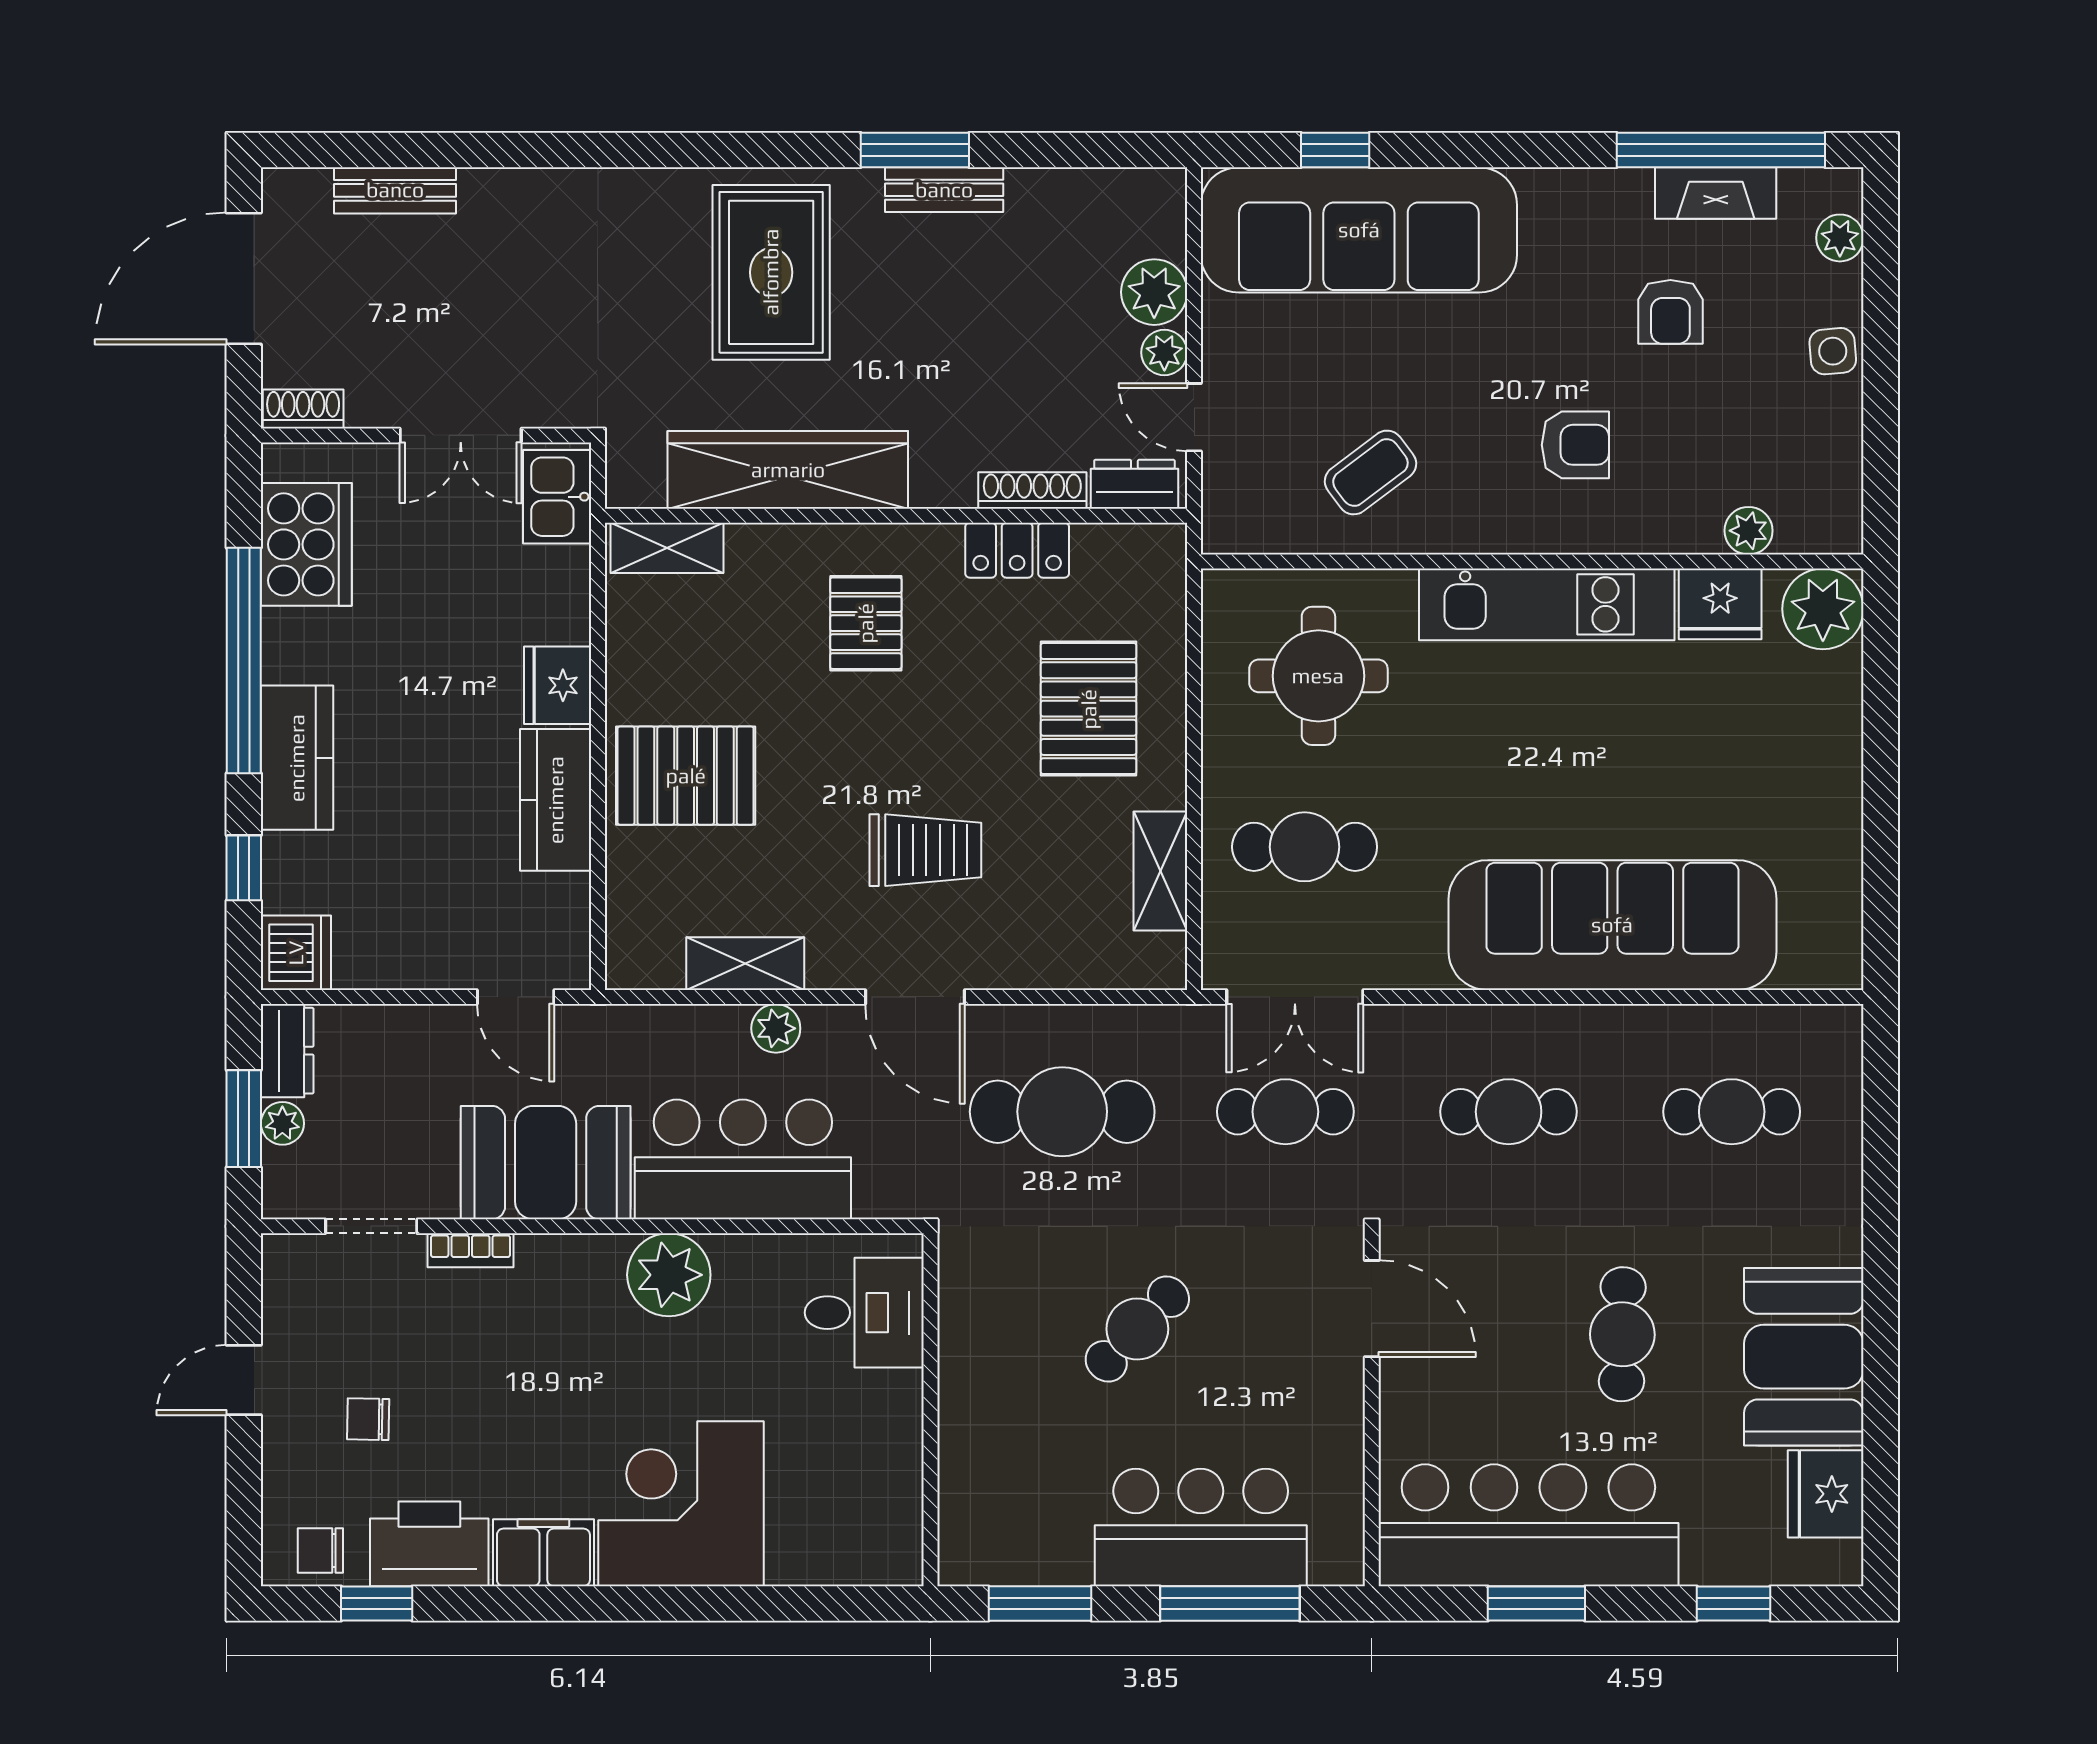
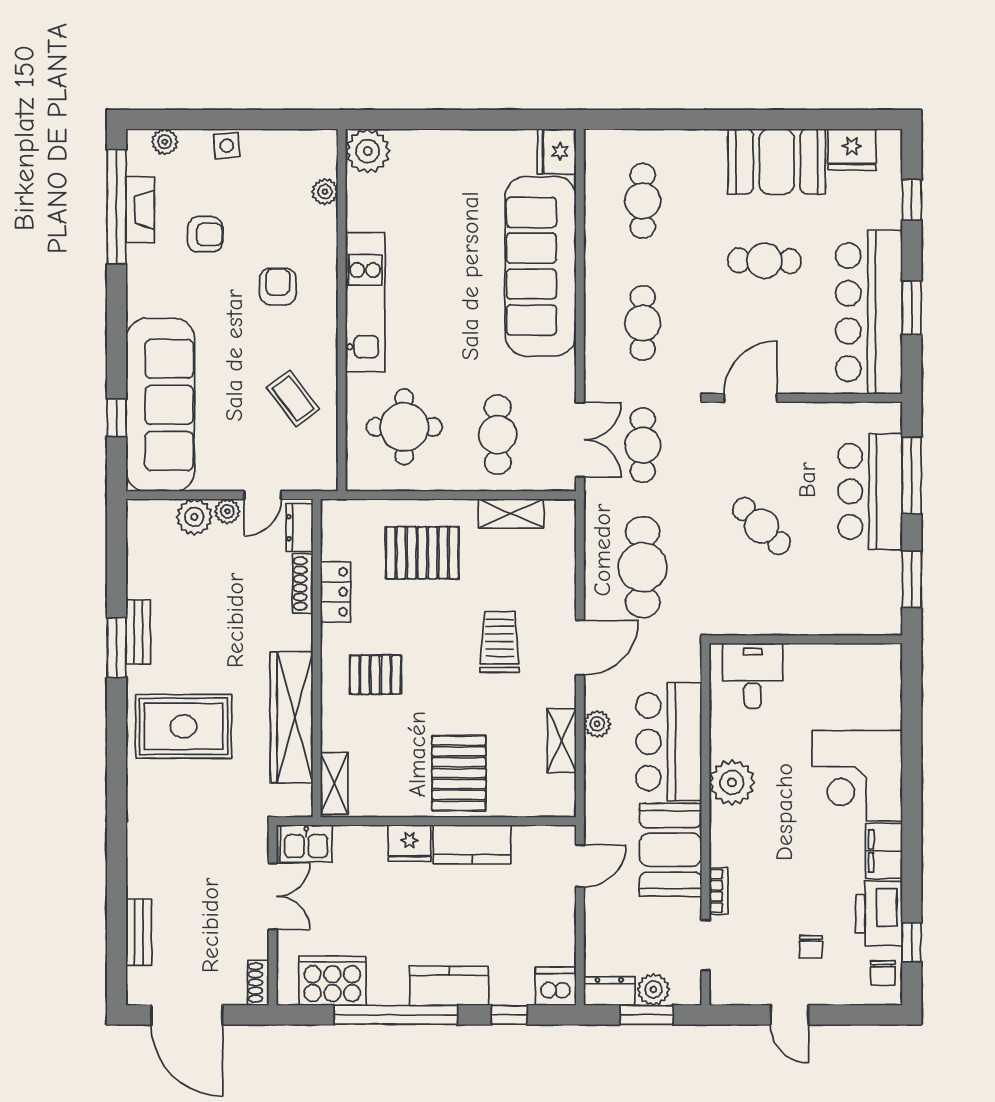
fridge: (1720, 604) -> (557, 151), moved, turned 180
plant: (282, 1123) -> (653, 989), width x1.38, depth x1.38

